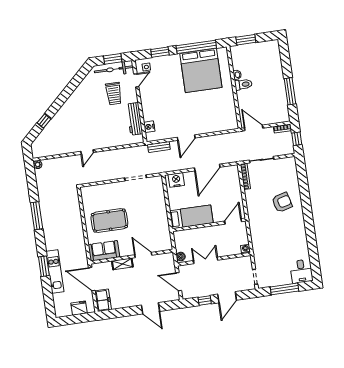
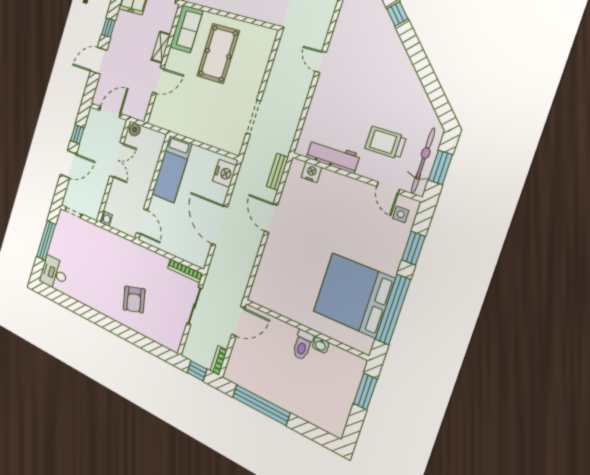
window: (290, 91) -> (261, 405), width x1.46
door: (227, 297) -> (68, 164), swing flipped
window: (126, 312) -> (108, 28), added

